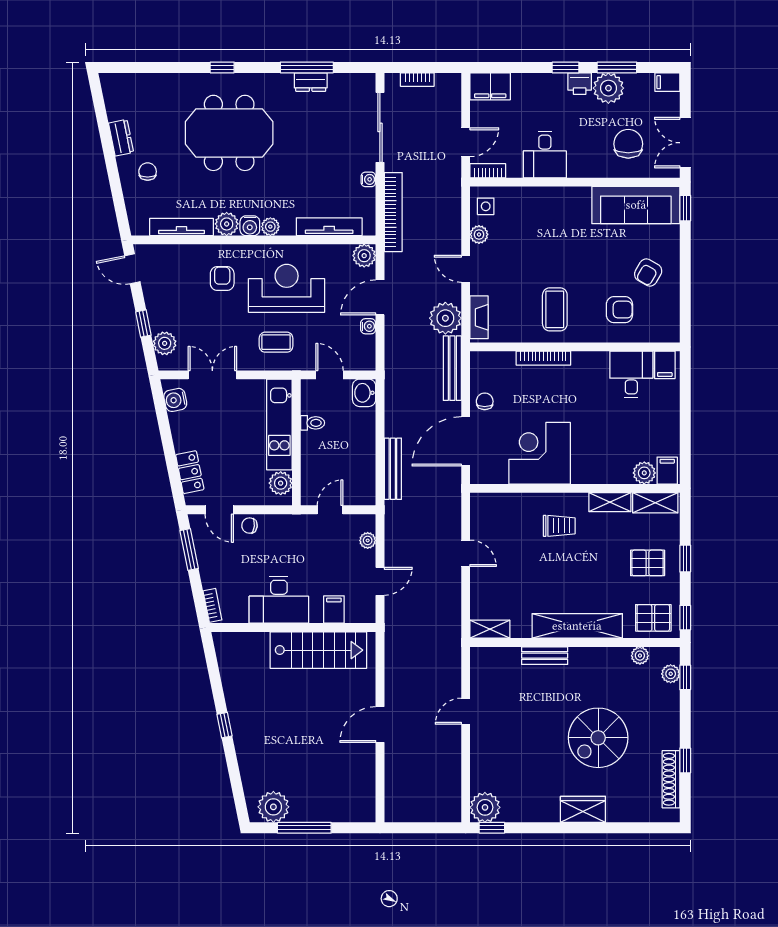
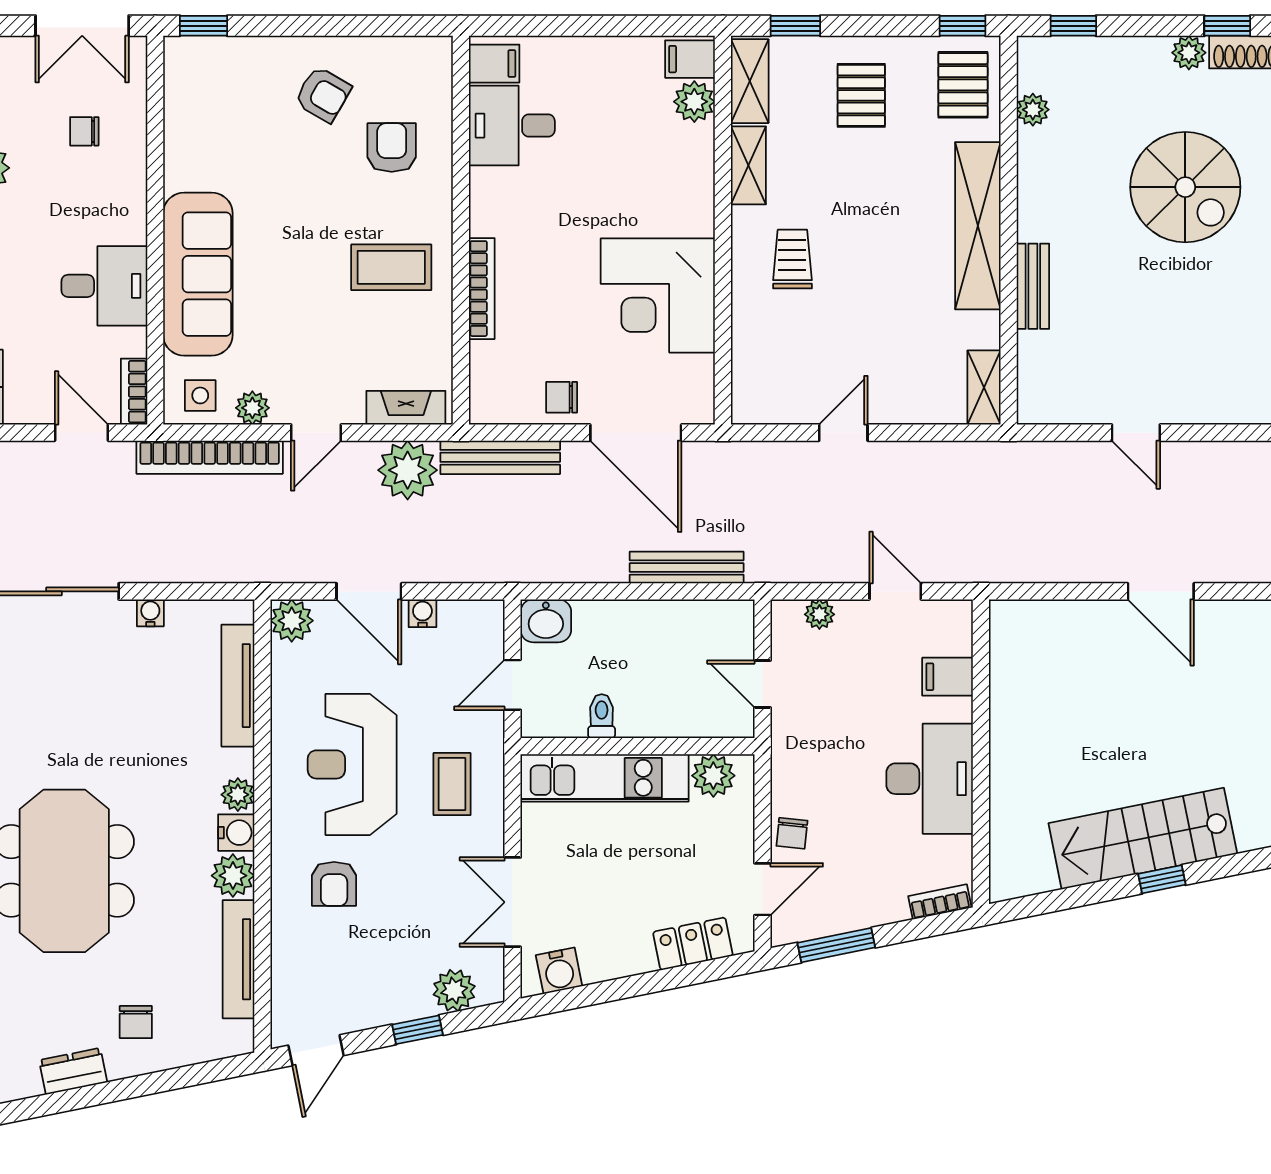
chair: (628, 144) -> (84, 131), width x0.54, depth x0.54
chair: (148, 172) -> (136, 1022), turned -90
sofa: (636, 205) -> (198, 274), moved
bookcase: (393, 212) -> (210, 457), moved, turned 180
armchair: (222, 279) -> (334, 884), turned -90
window: (685, 559) -> (795, 26), moved
stairs: (318, 650) -> (1143, 839), moved, turned -101
plant: (671, 674) -> (1189, 53), moved

